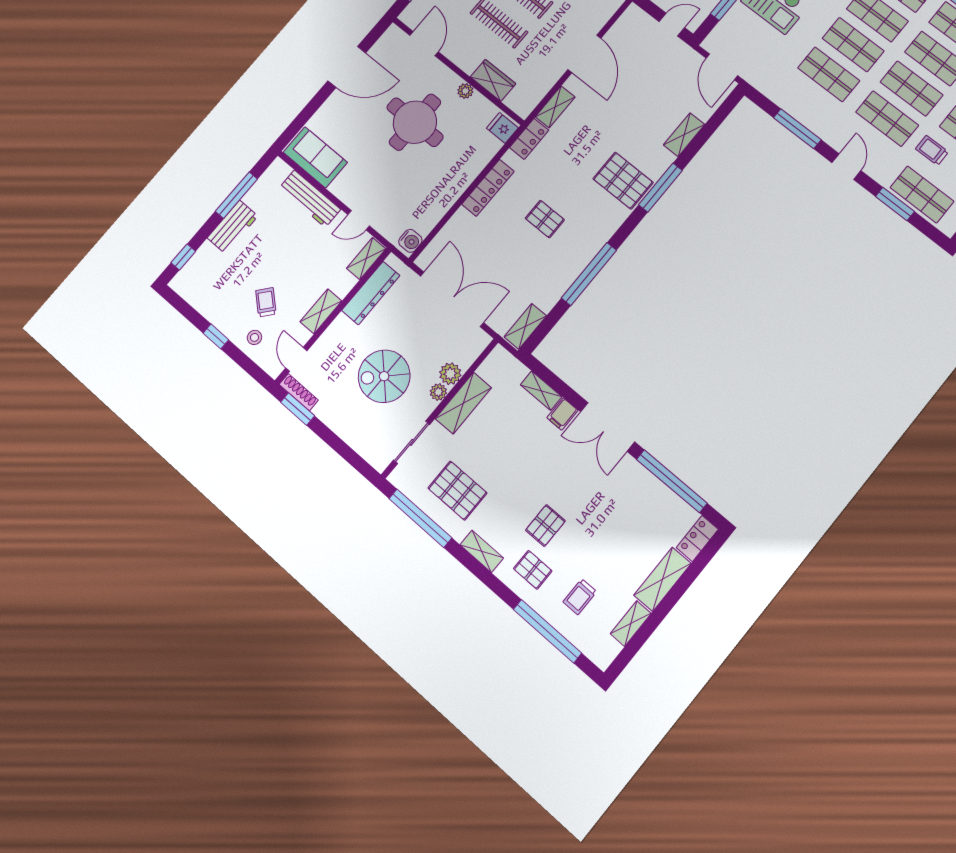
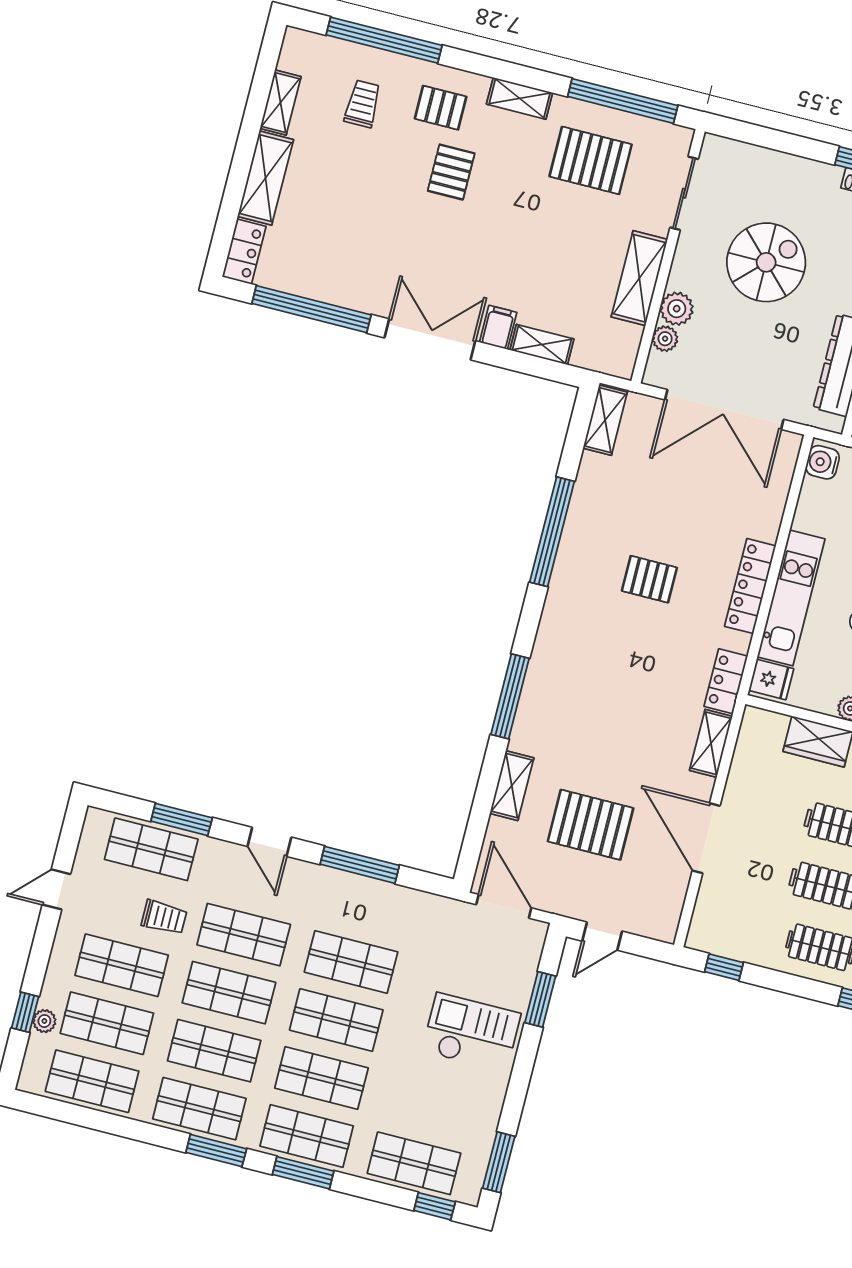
kitchen unit: (468, 170) -> (791, 598), added
pallet: (623, 181) -> (591, 825), moved
plant: (438, 392) -> (665, 339), moved

